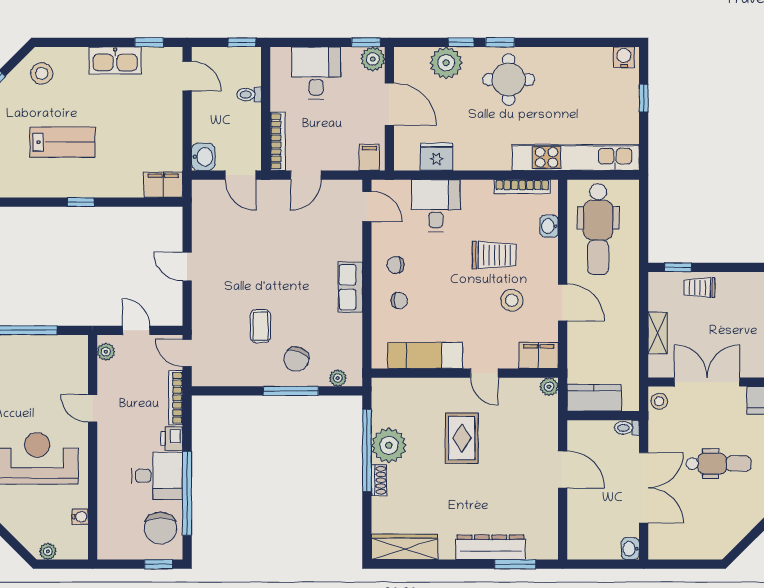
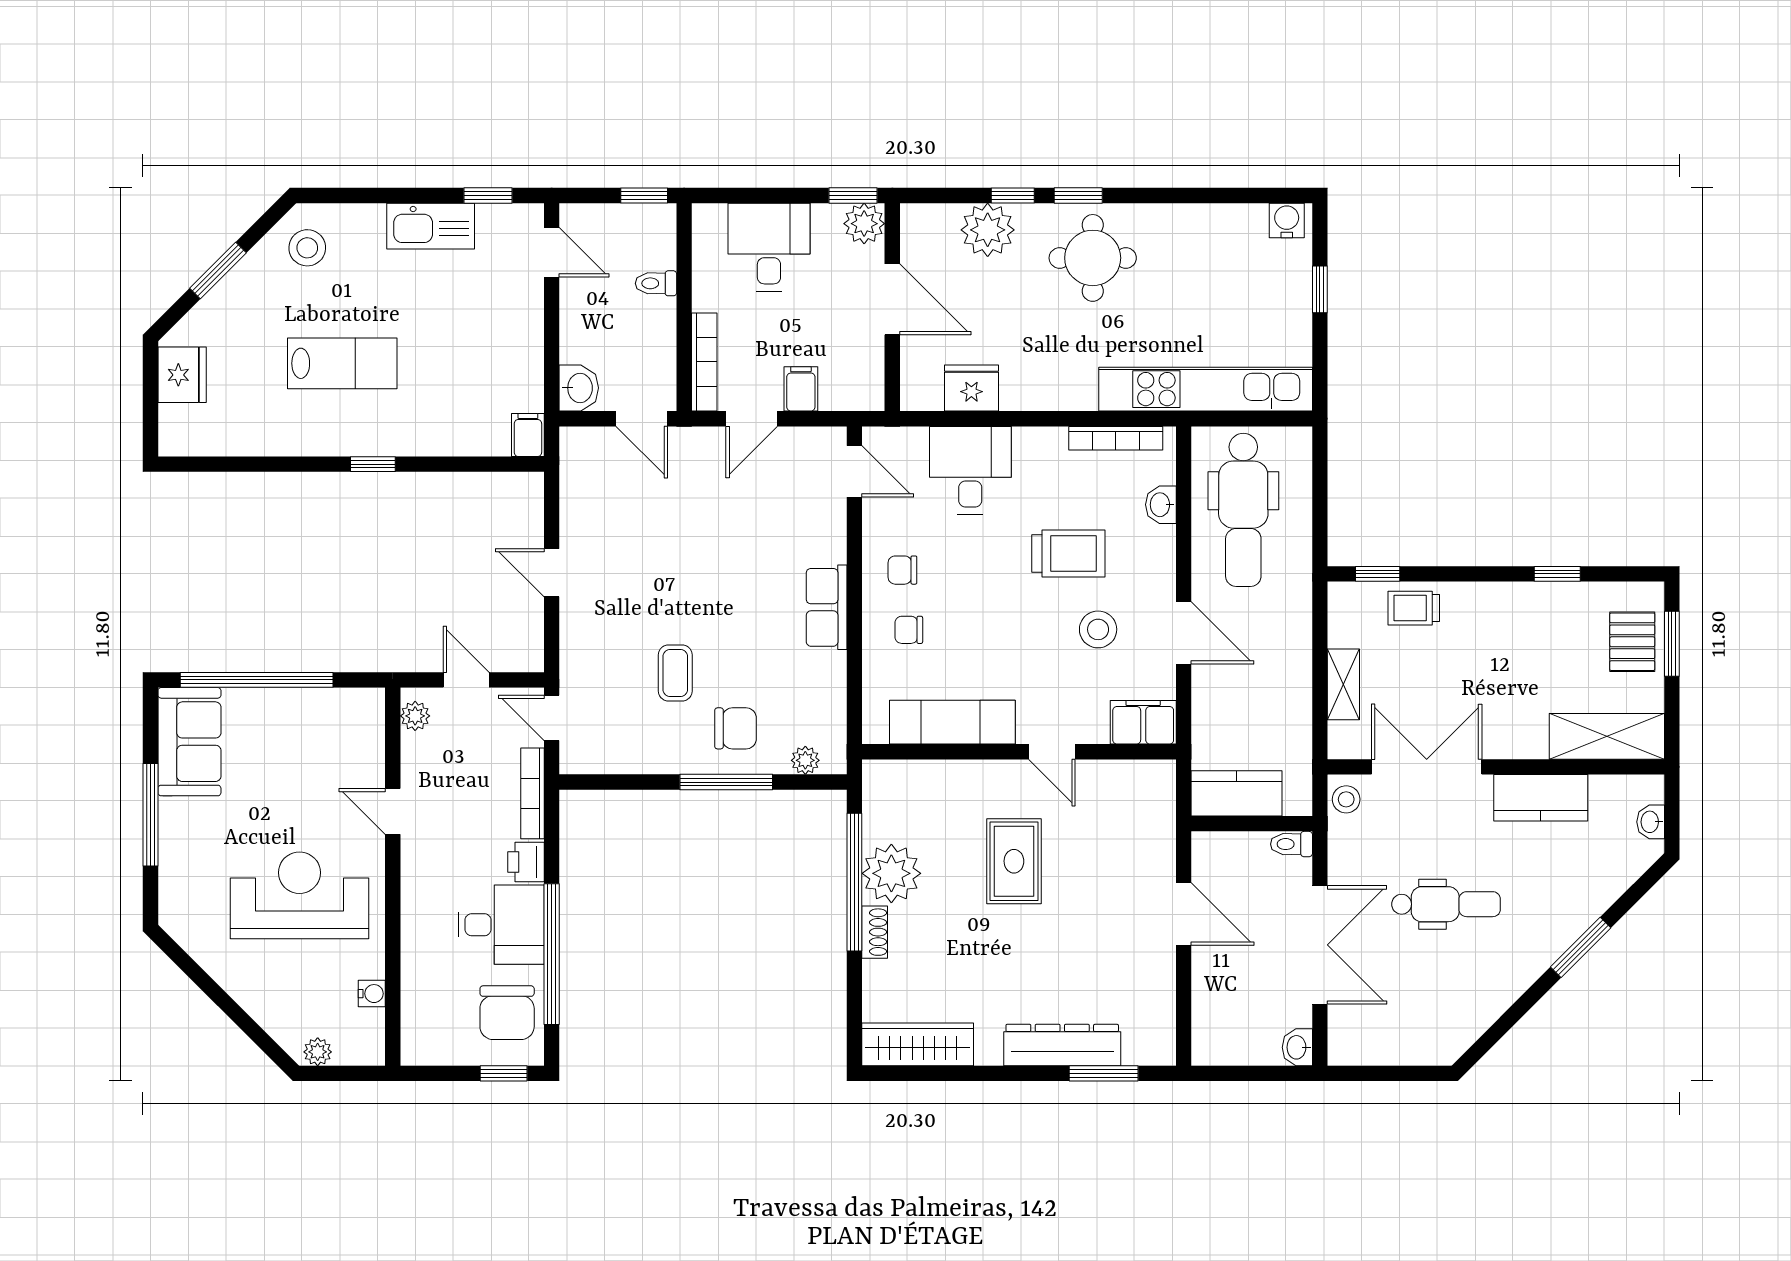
filing cabinet: (369, 157) -> (801, 389), moved
filing cabinet: (163, 185) -> (528, 435), width x0.50
chair: (399, 301) -> (909, 630), turned 180
chair: (296, 359) -> (736, 728), turned -112
plant: (549, 387) -> (1161, 775), removed

